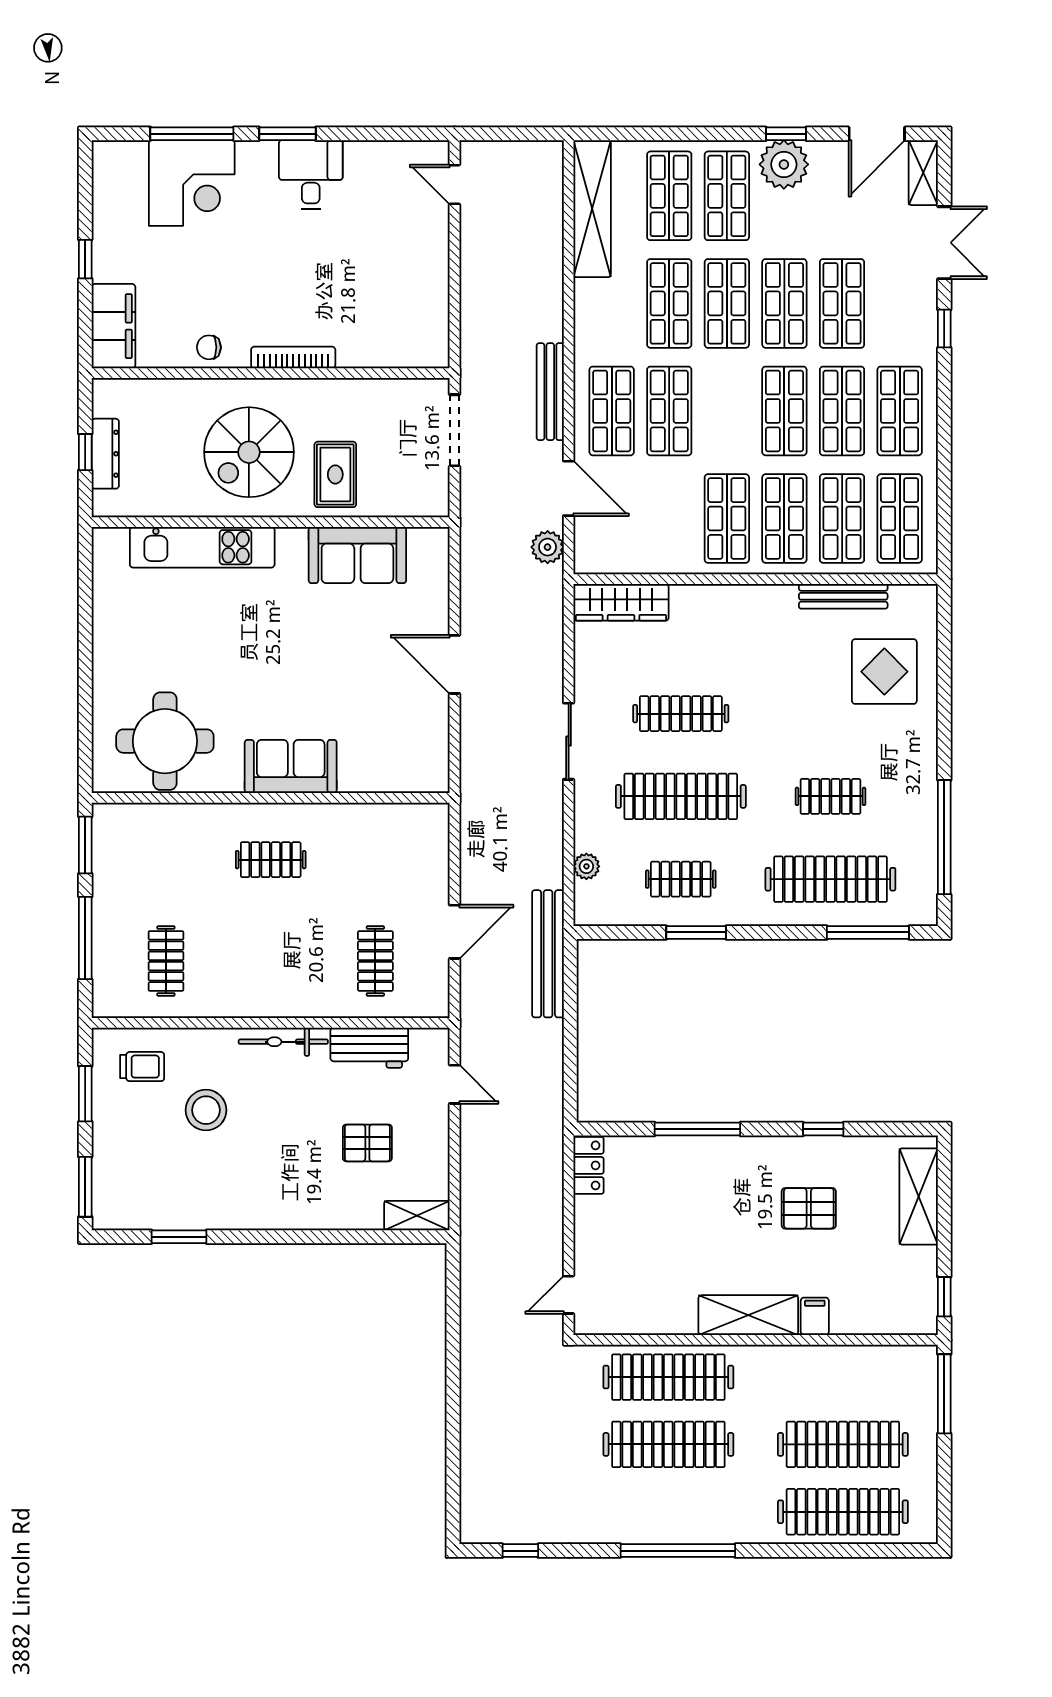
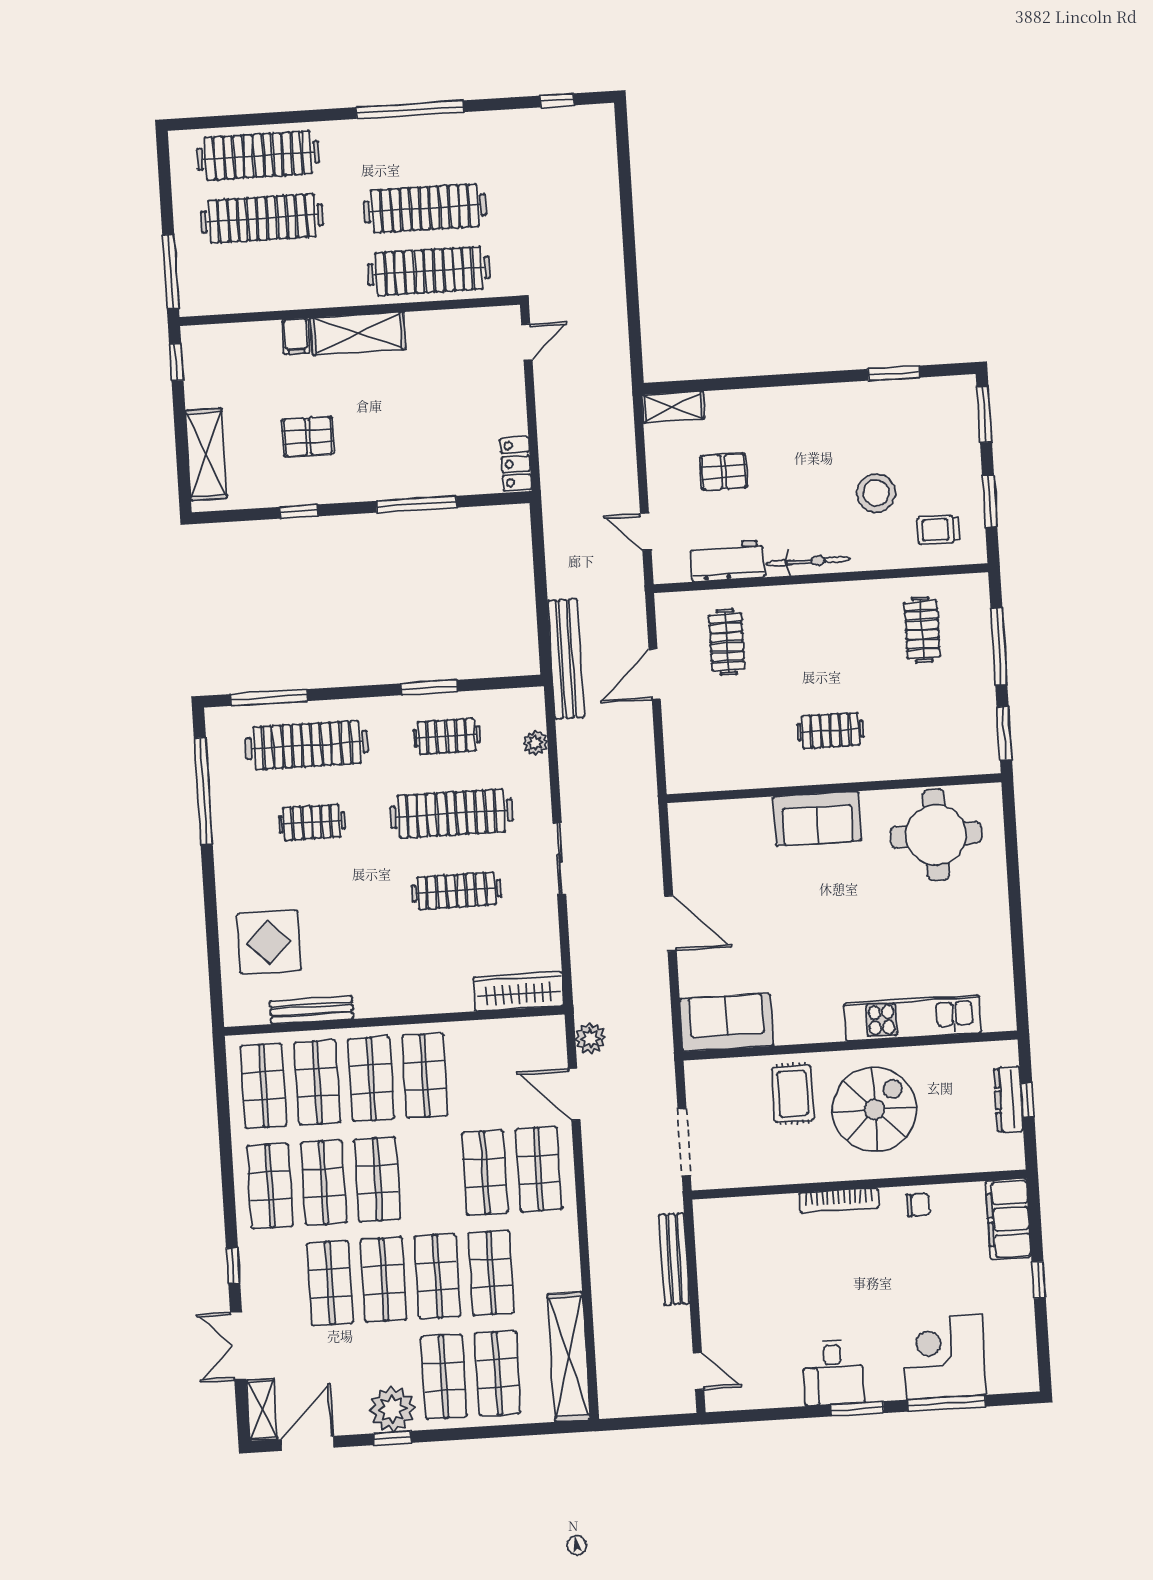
bench: (550, 392) -> (674, 1259), moved
sofa: (357, 555) -> (727, 1022), moved

